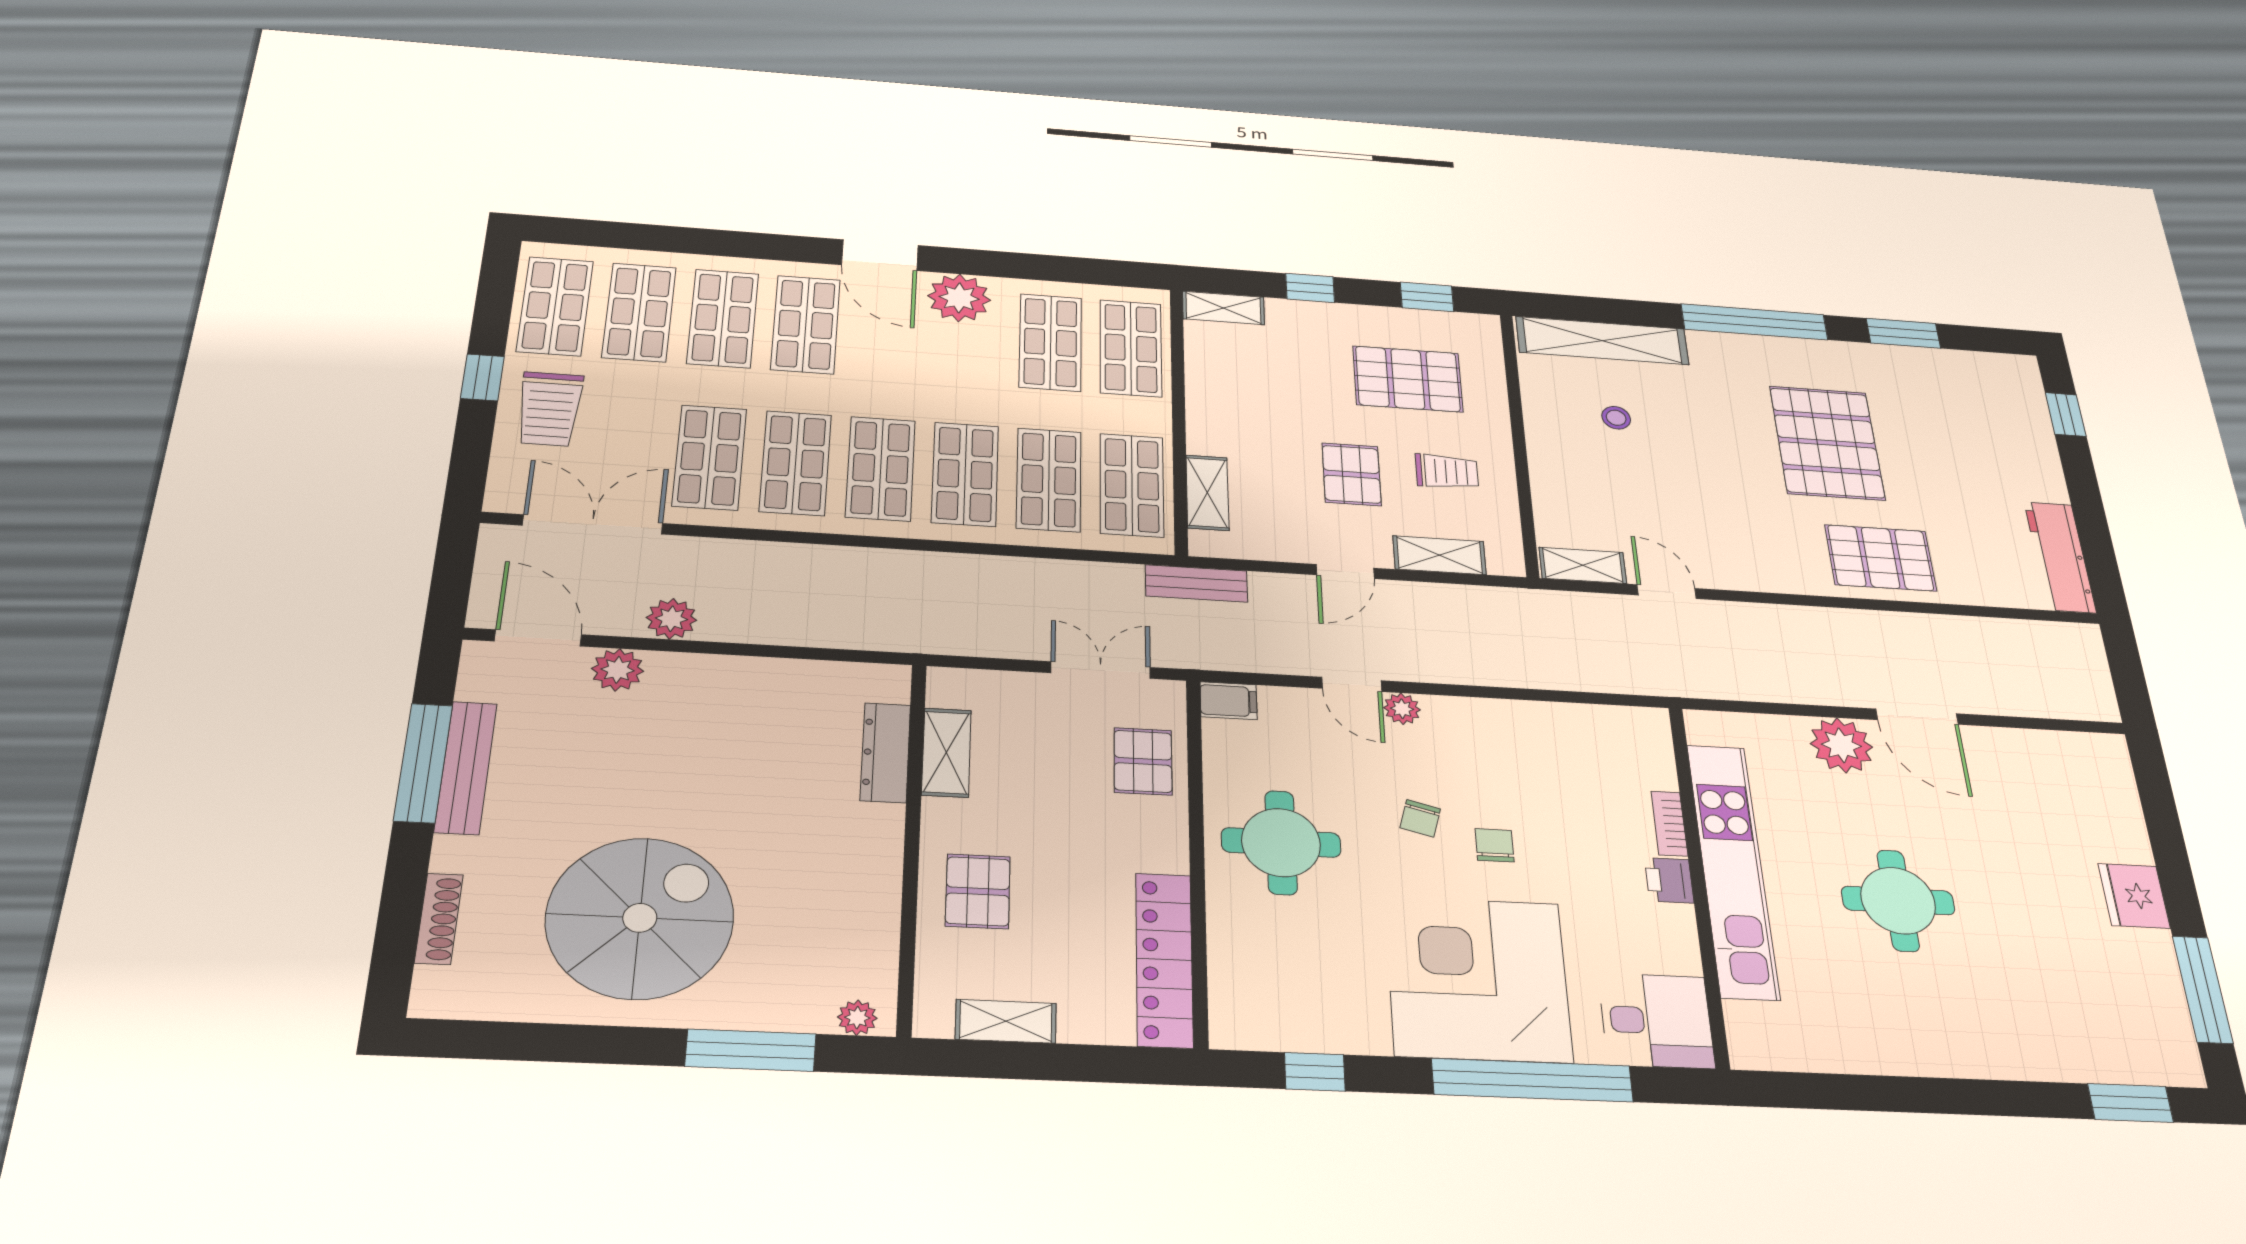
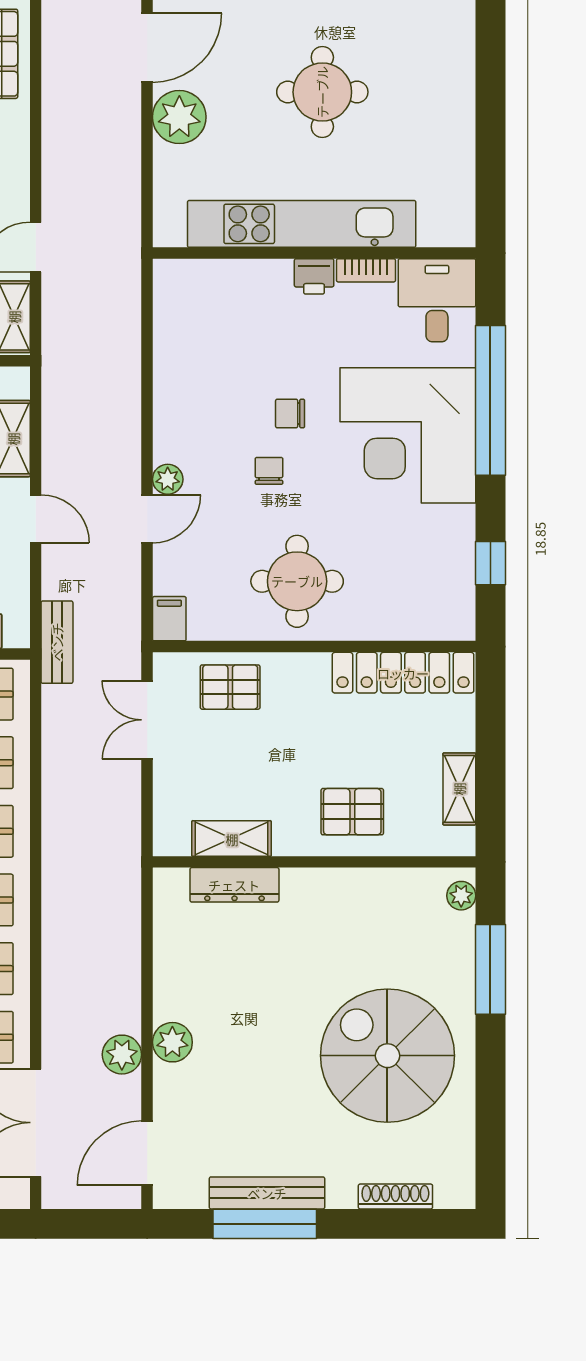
plant: (618, 670) -> (172, 1042), moved
chair: (1420, 818) -> (269, 471), turned -105
bookcase: (1669, 824) -> (366, 270), moved

